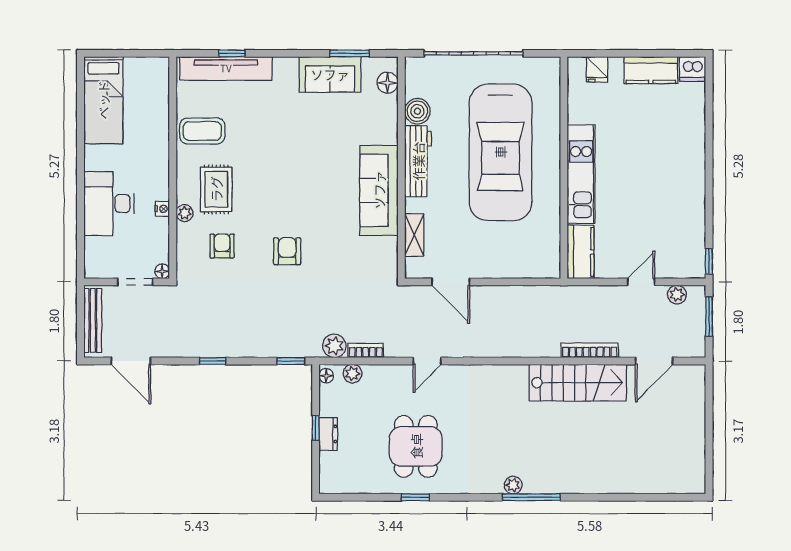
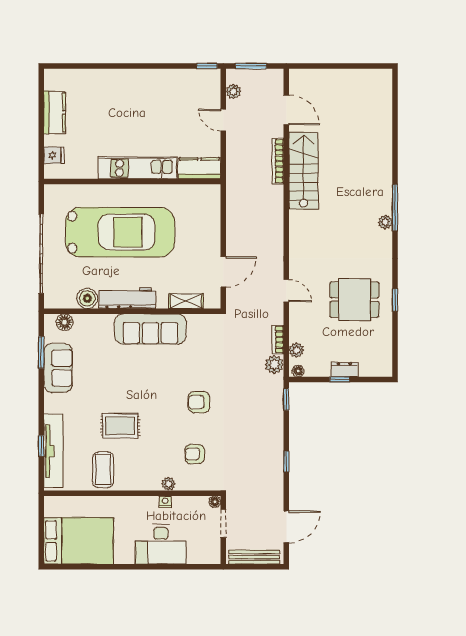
dishwasher: (693, 69) -> (54, 79), removed
bed: (103, 100) -> (78, 541), width x1.50
rug: (216, 189) -> (120, 426), moved

